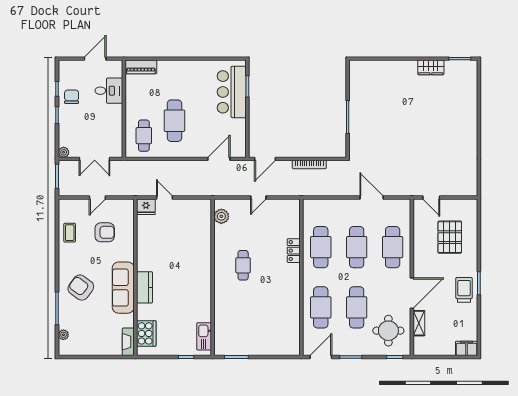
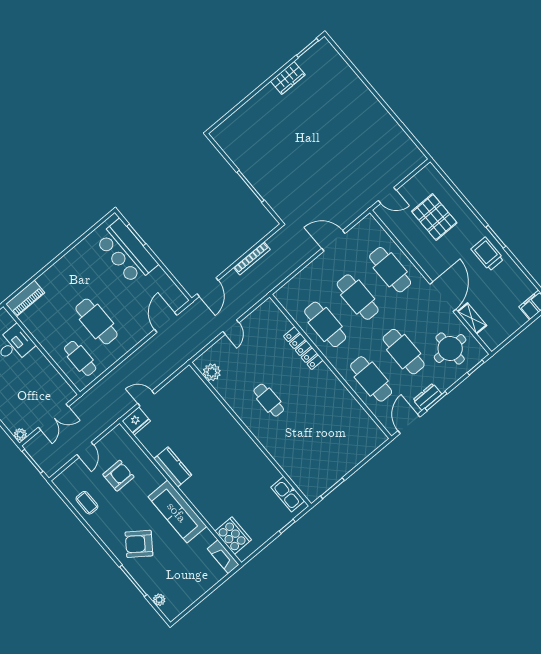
locker: (294, 251) -> (303, 348), width x1.53
kitchen counter: (145, 287) -> (173, 467), moved
dresser: (347, 350) -> (427, 397), added

